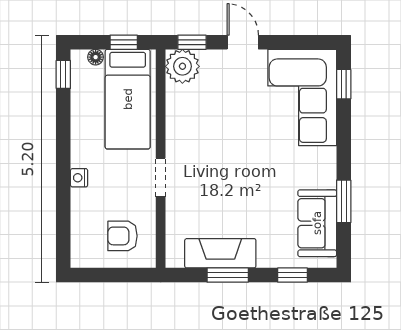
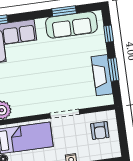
doorway: (161, 177) -> (65, 114), width x1.38
sofa: (317, 223) -> (71, 25), width x1.36

